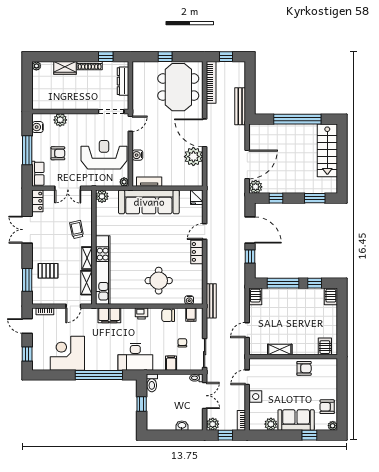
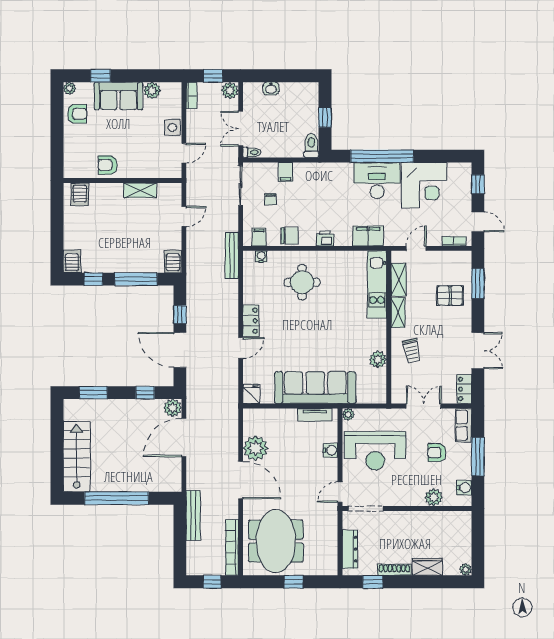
plant: (102, 196) -> (378, 359), moved
kitchen unit: (103, 270) -> (377, 284), width x0.73
desk: (135, 357) -> (377, 181), moved

